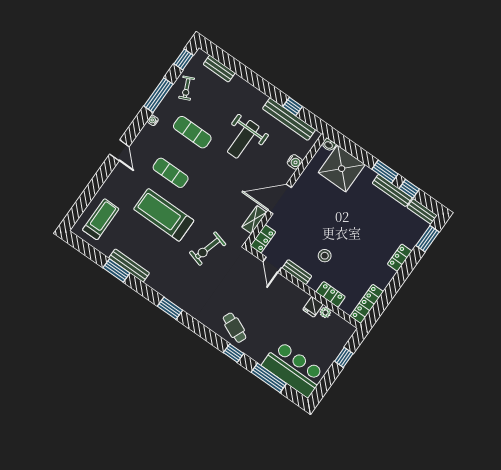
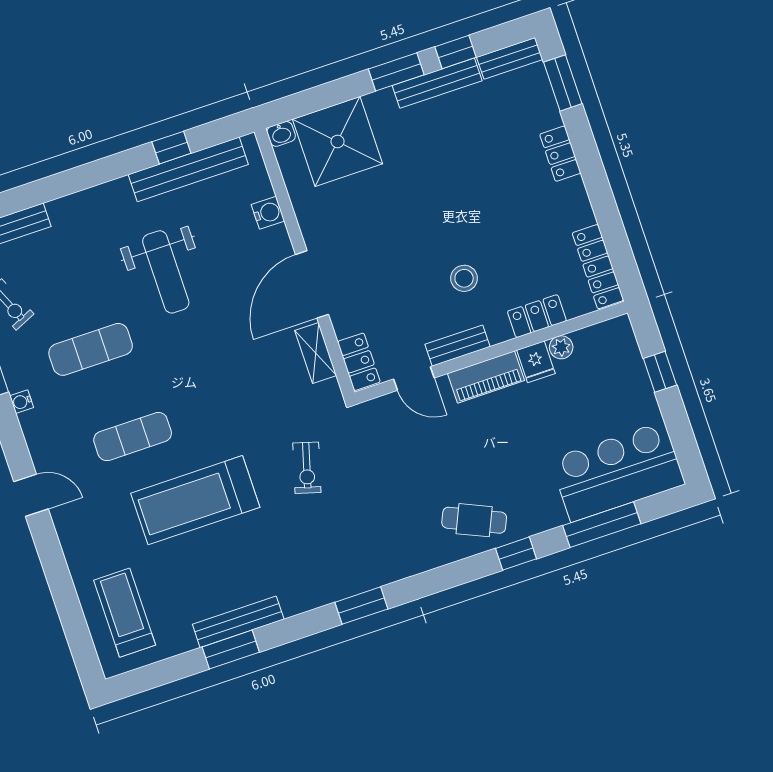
exercise bike: (208, 249) -> (307, 468), width x0.73, depth x0.72
piano: (293, 292) -> (486, 377), added

